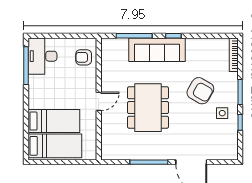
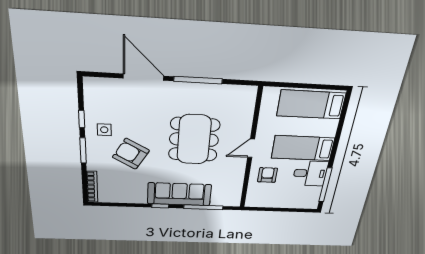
desk: (42, 56) -> (310, 173), moved, width x0.73
armchair: (84, 57) -> (267, 175), moved, turned -90
bed: (54, 121) -> (303, 148), moved

